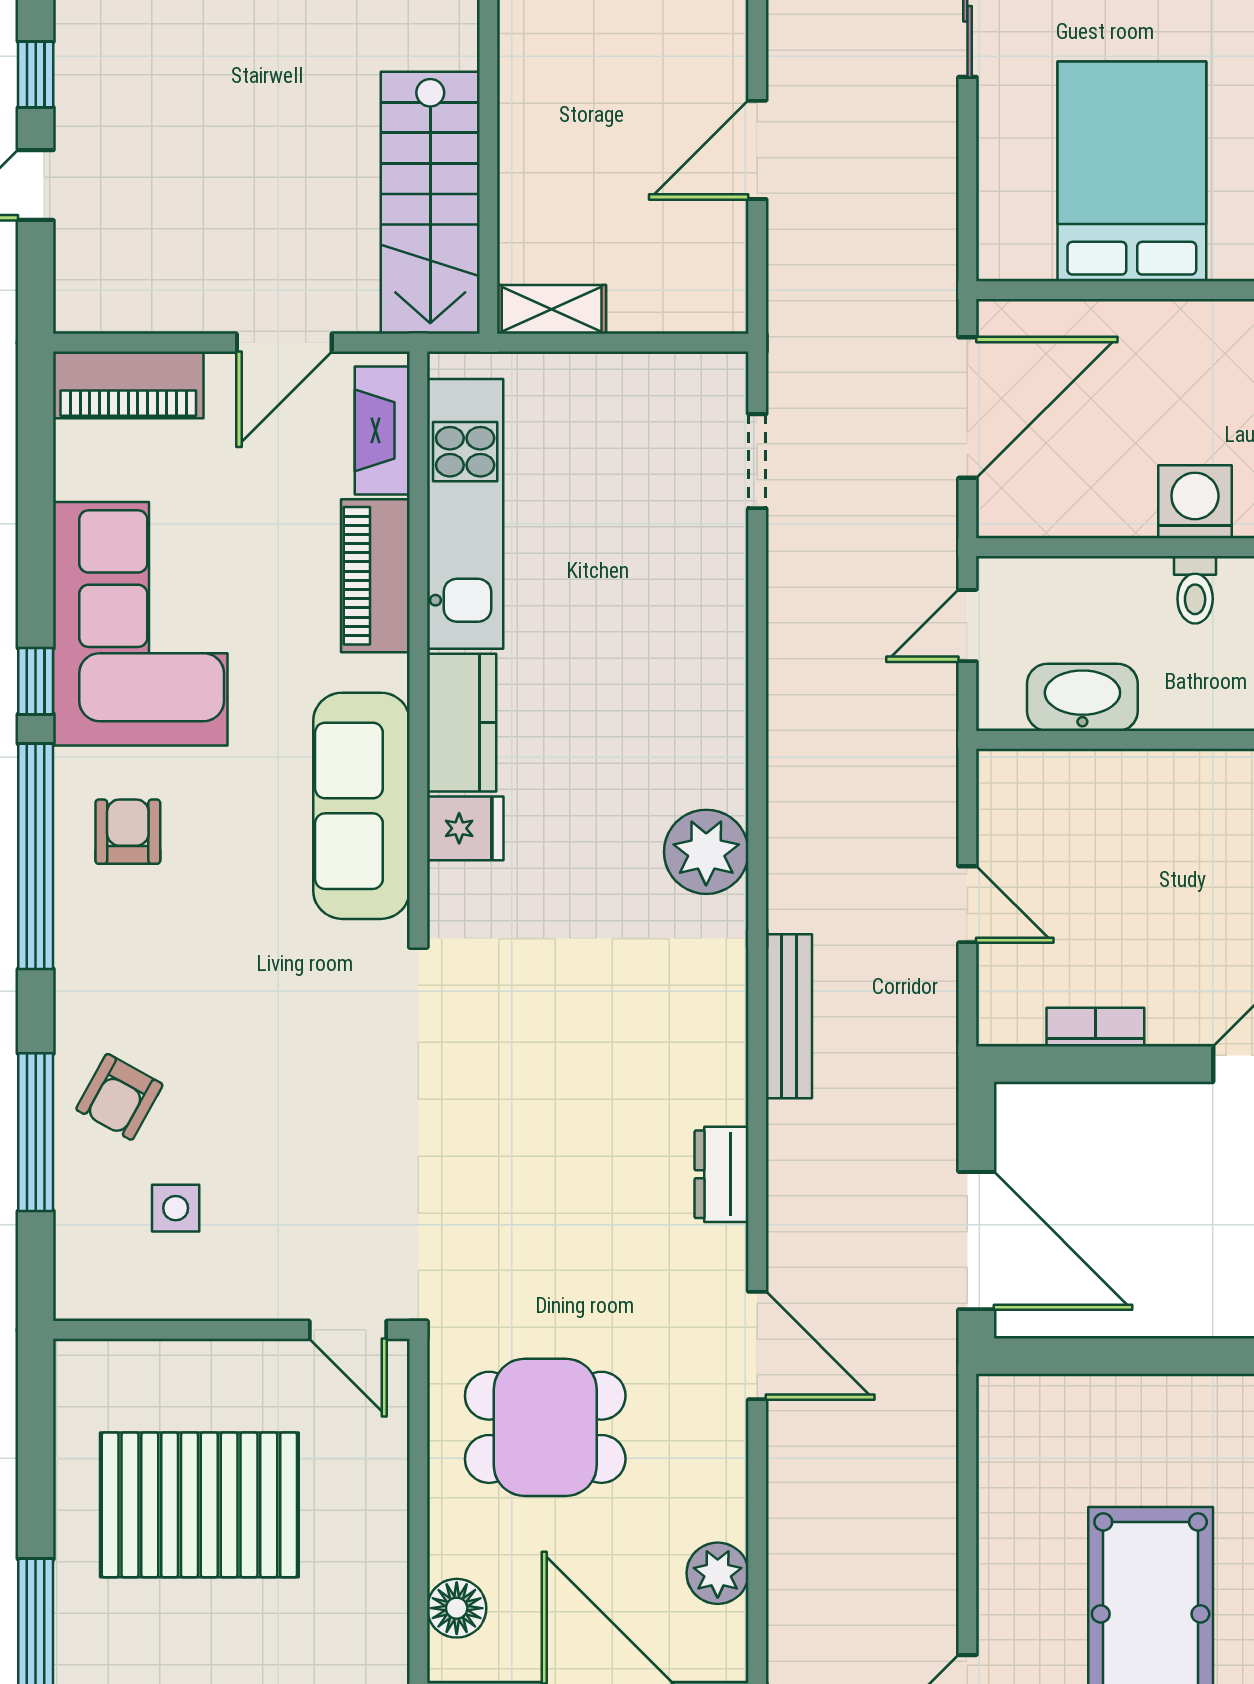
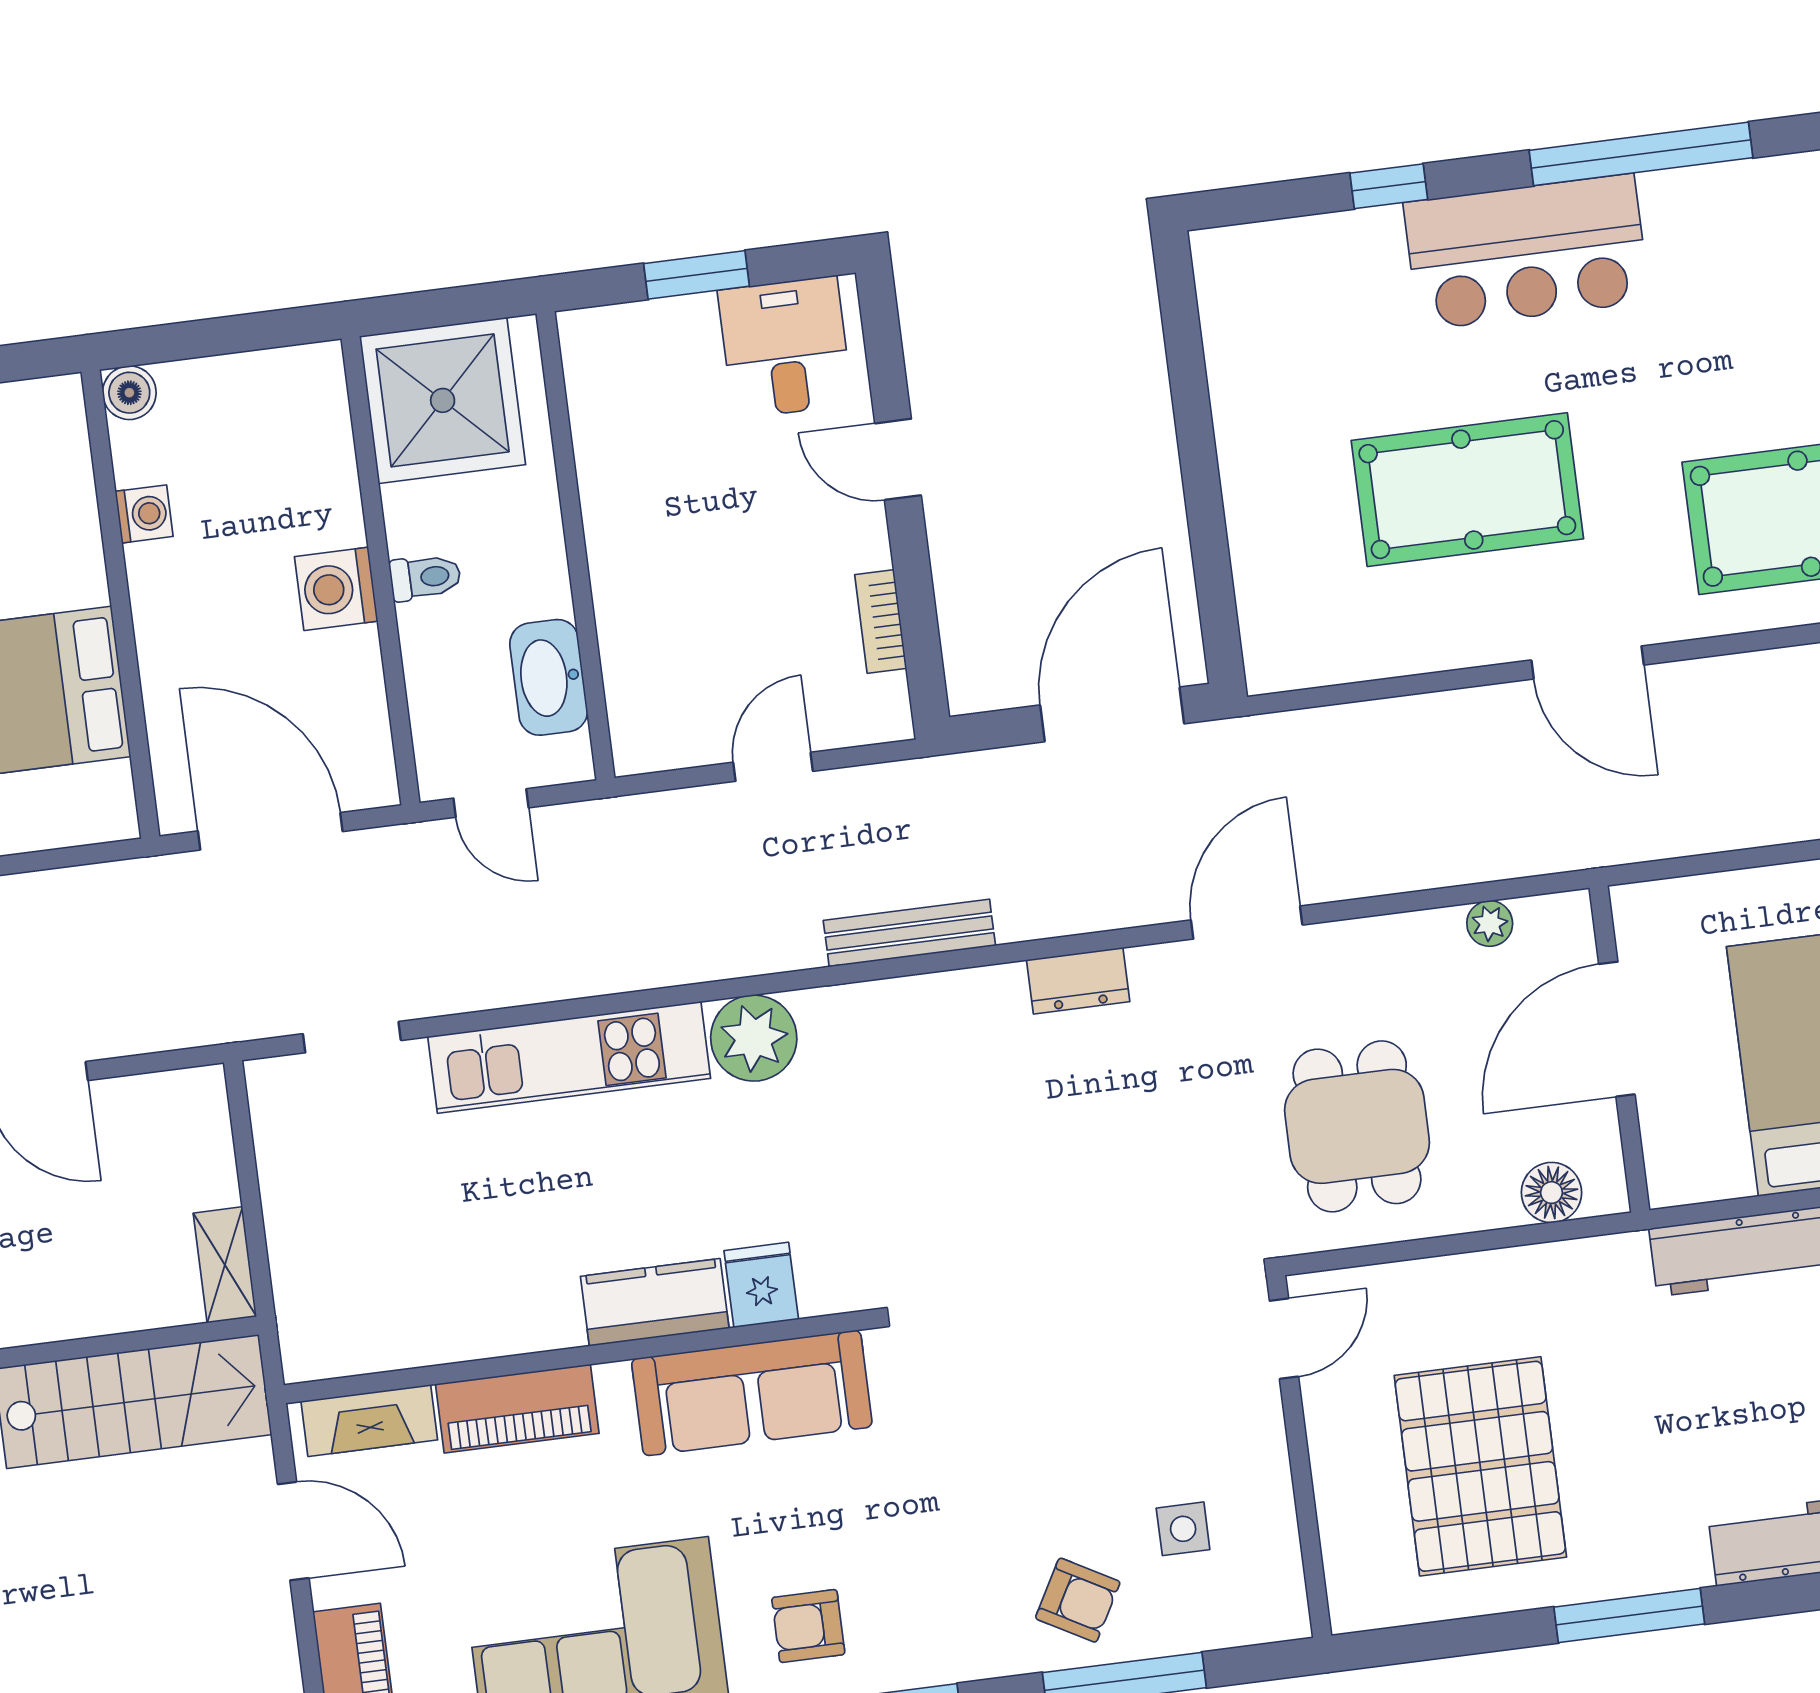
kitchen unit: (465, 514) -> (569, 1057), moved, turned 180
plant: (718, 1573) -> (1490, 923), width x0.73, depth x0.73

